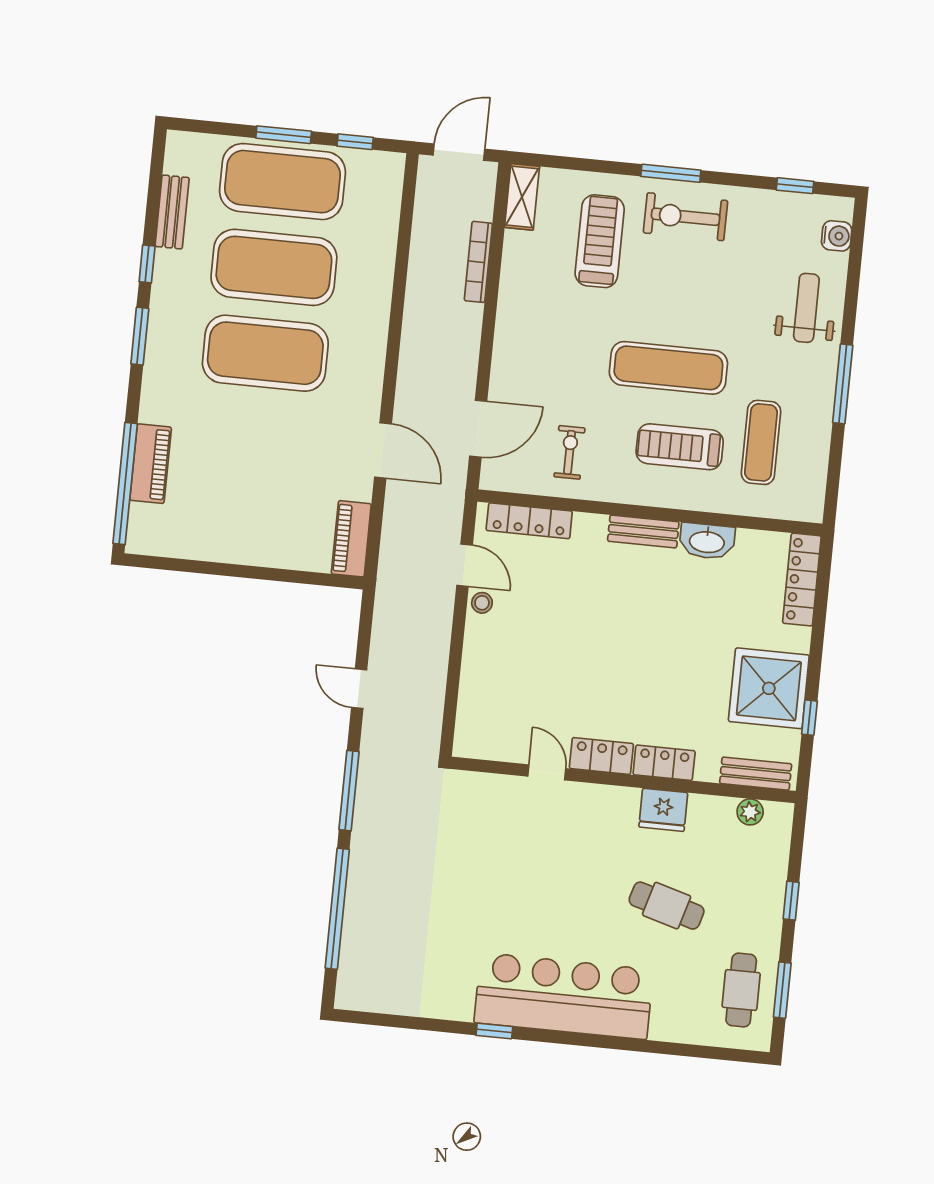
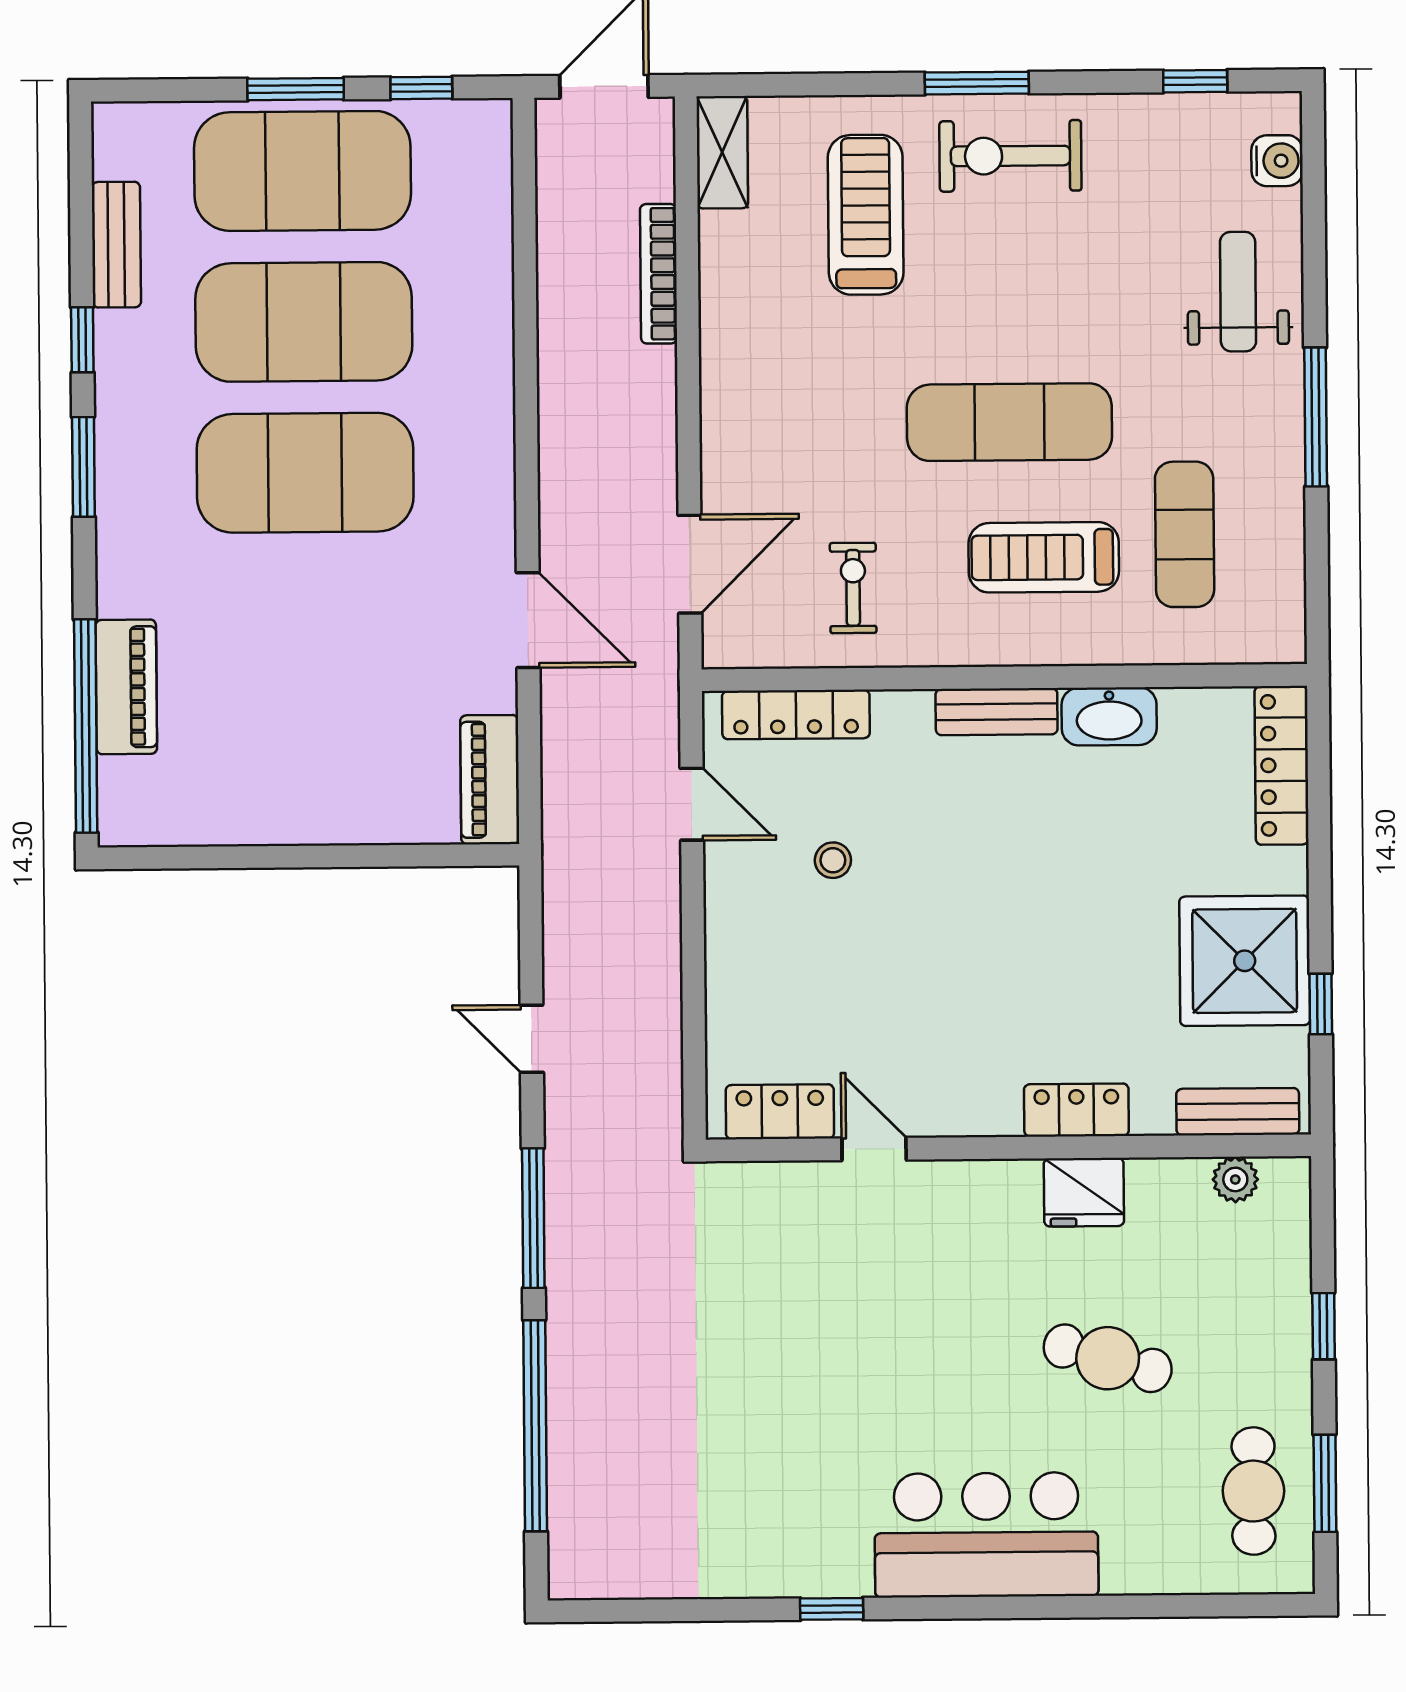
stool: (482, 603) -> (833, 860), moved
locker: (601, 756) -> (780, 1112), moved
bar counter: (564, 996) -> (986, 1535), width x0.73

